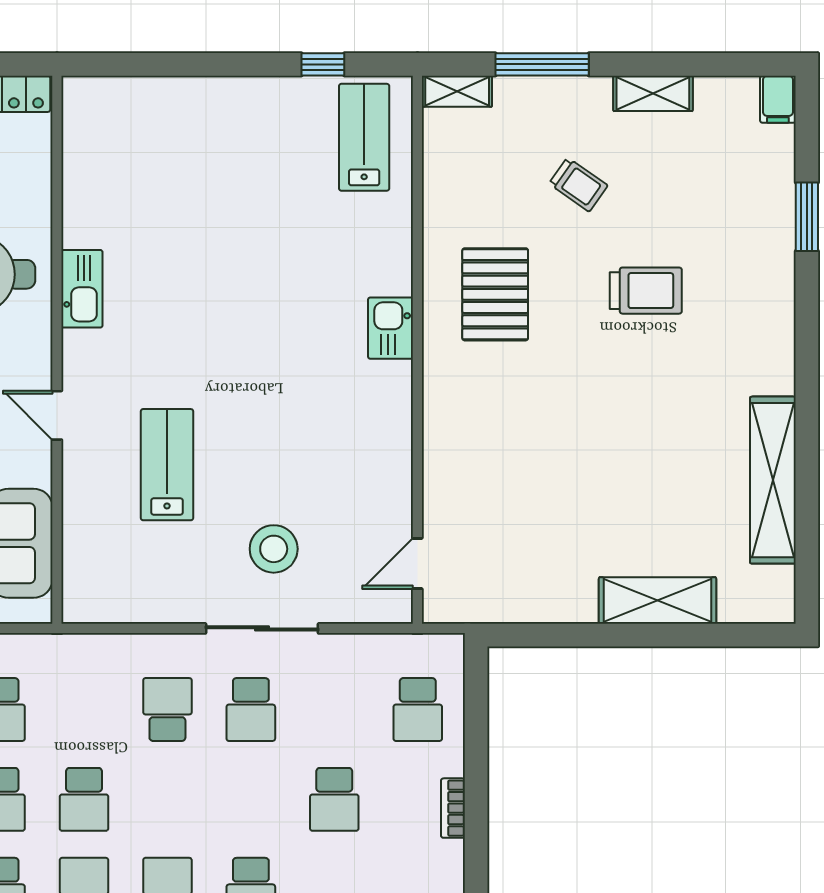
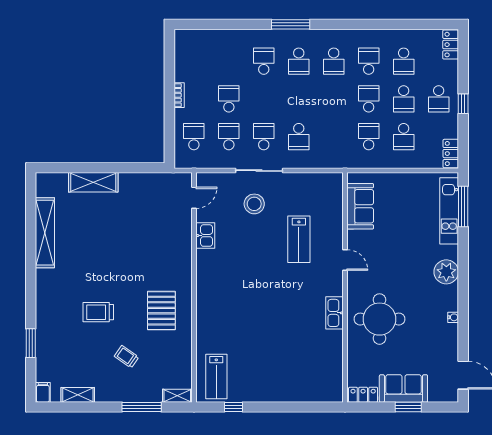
shelving: (653, 93) -> (78, 395), moved
kitchen sink: (391, 328) -> (205, 236), moved
school desk: (84, 799) -> (229, 137), moved

